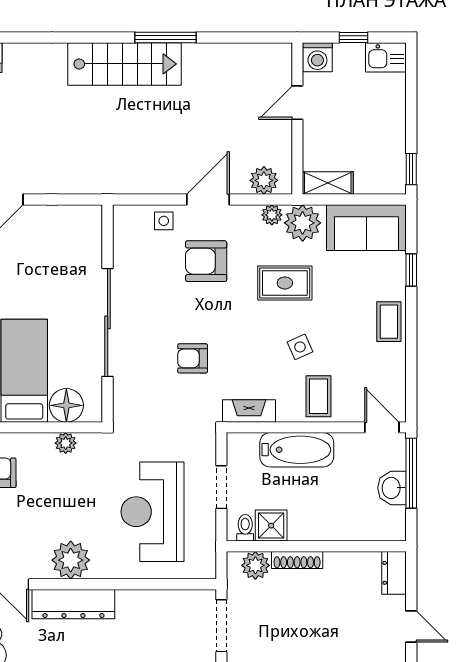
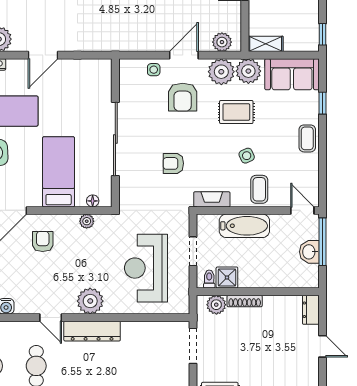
plant: (272, 215) -> (221, 72), width x1.88, depth x1.88
armchair: (206, 261) -> (183, 97), turned -90
floor lamp: (66, 405) -> (93, 201), width x0.53, depth x0.53

